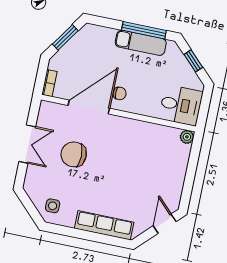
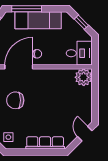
window: (144, 30) -> (27, 9), moved
exam couch: (141, 43) -> (38, 20), width x1.36, depth x1.45
plant: (187, 137) -> (84, 77), width x1.87, depth x1.87

